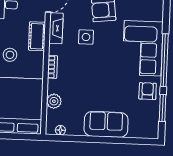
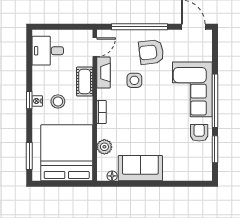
sofa: (106, 124) -> (140, 168), moved

